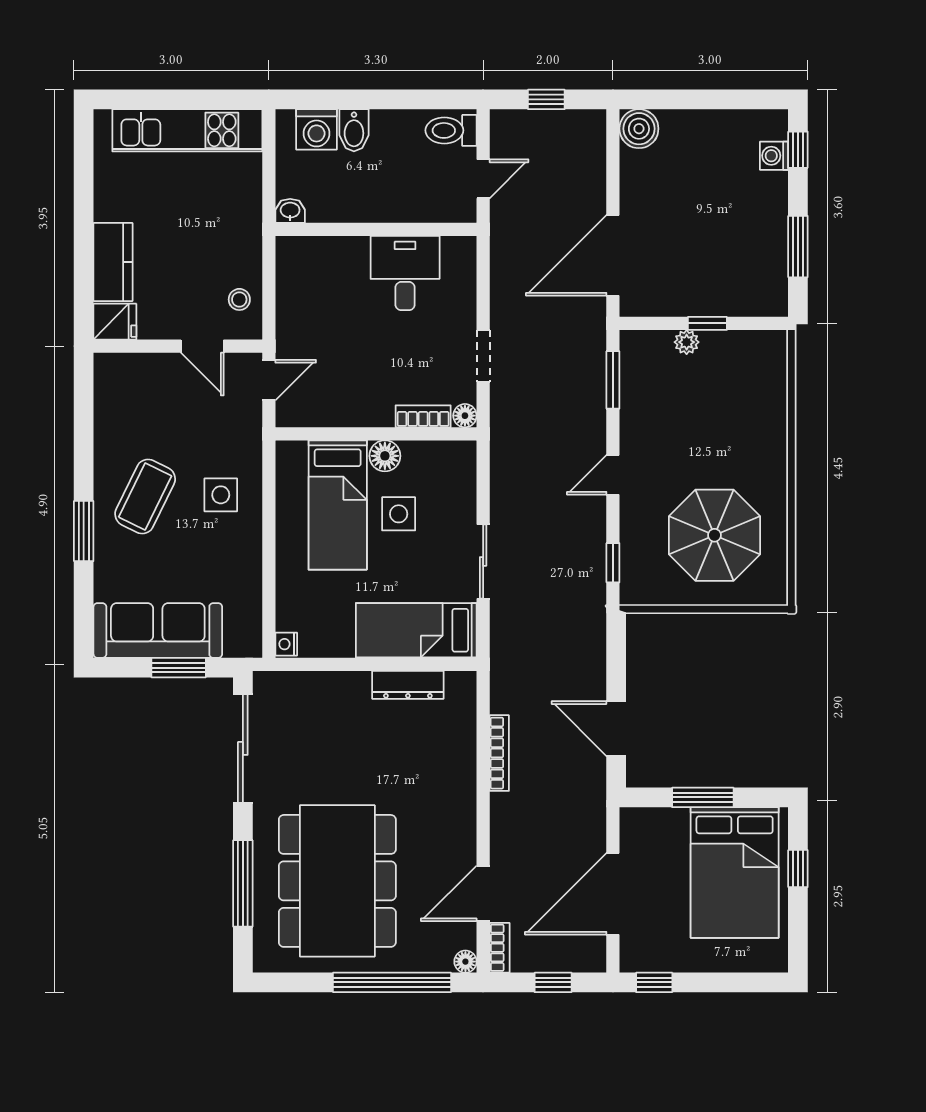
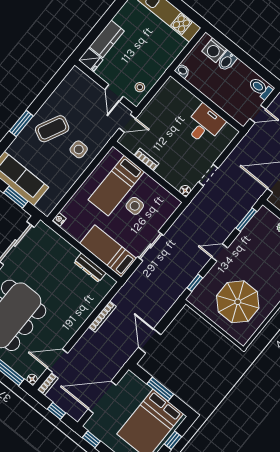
bookcase: (423, 416) -> (146, 160), moved
floor lamp: (385, 456) -> (146, 182), removed

